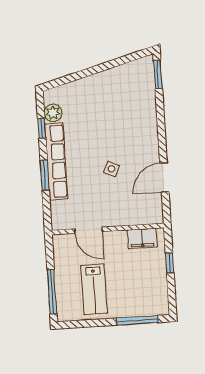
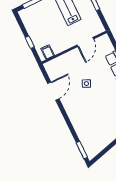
door: (88, 230) -> (85, 42), swing flipped
filing cabinet: (142, 238) -> (48, 52), width x0.50

